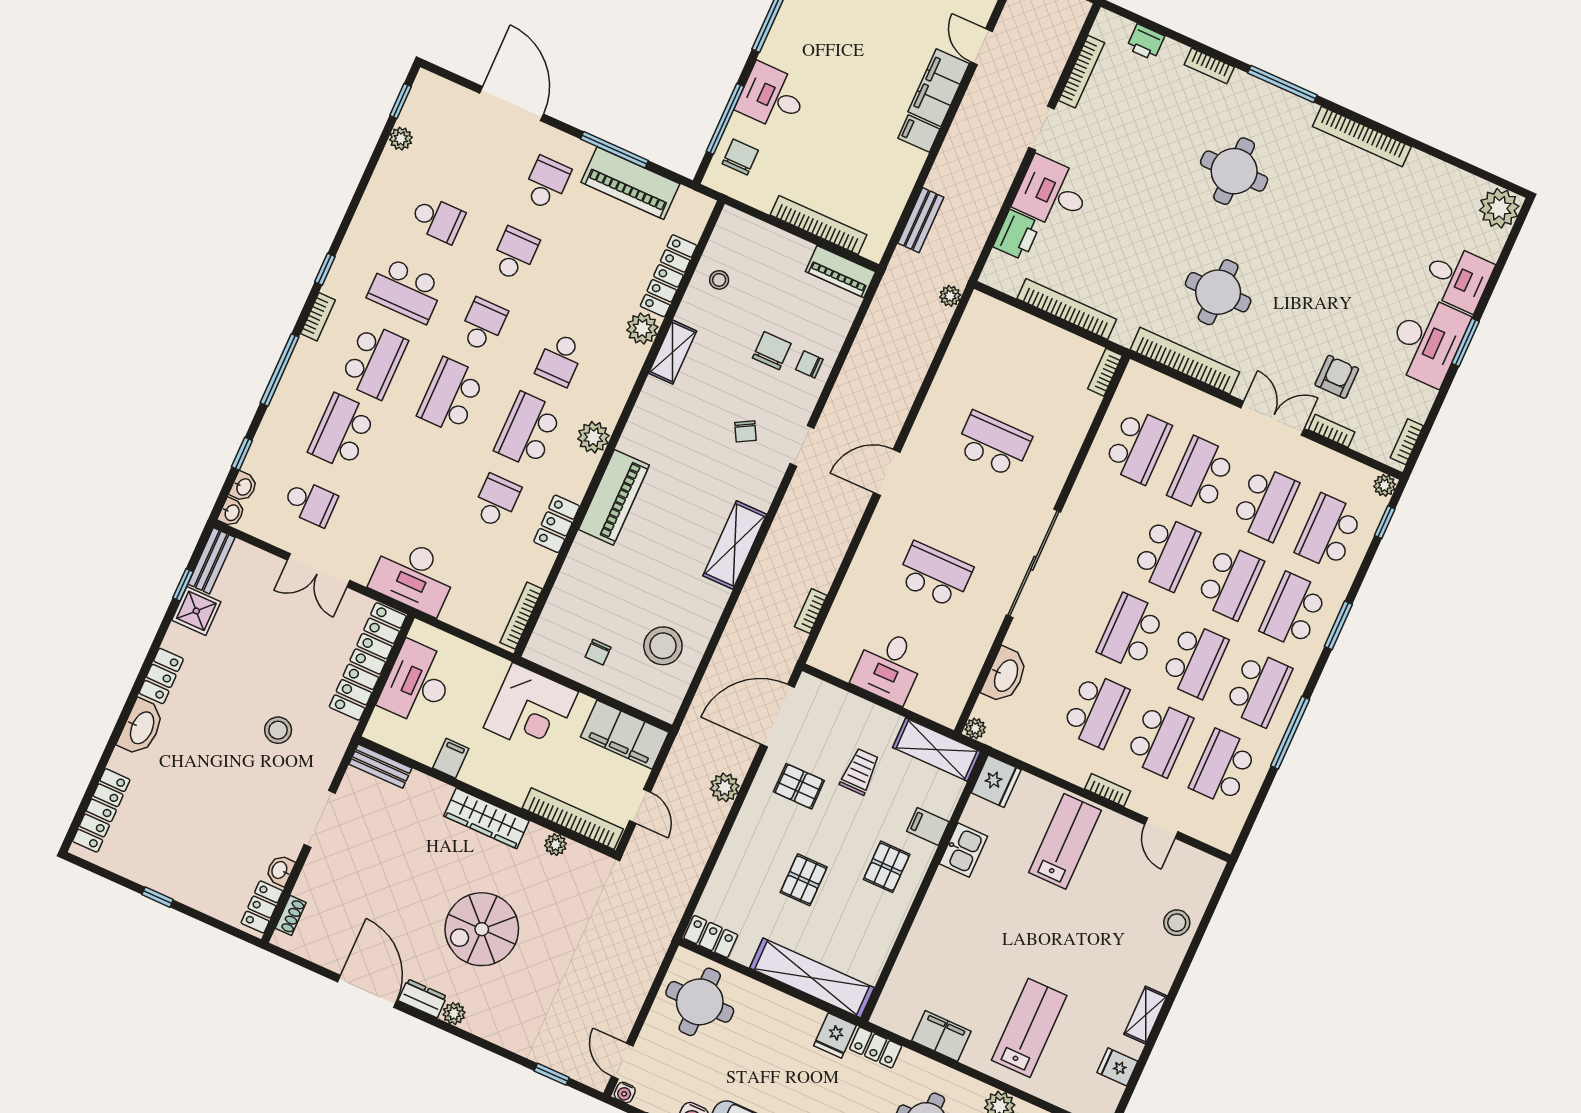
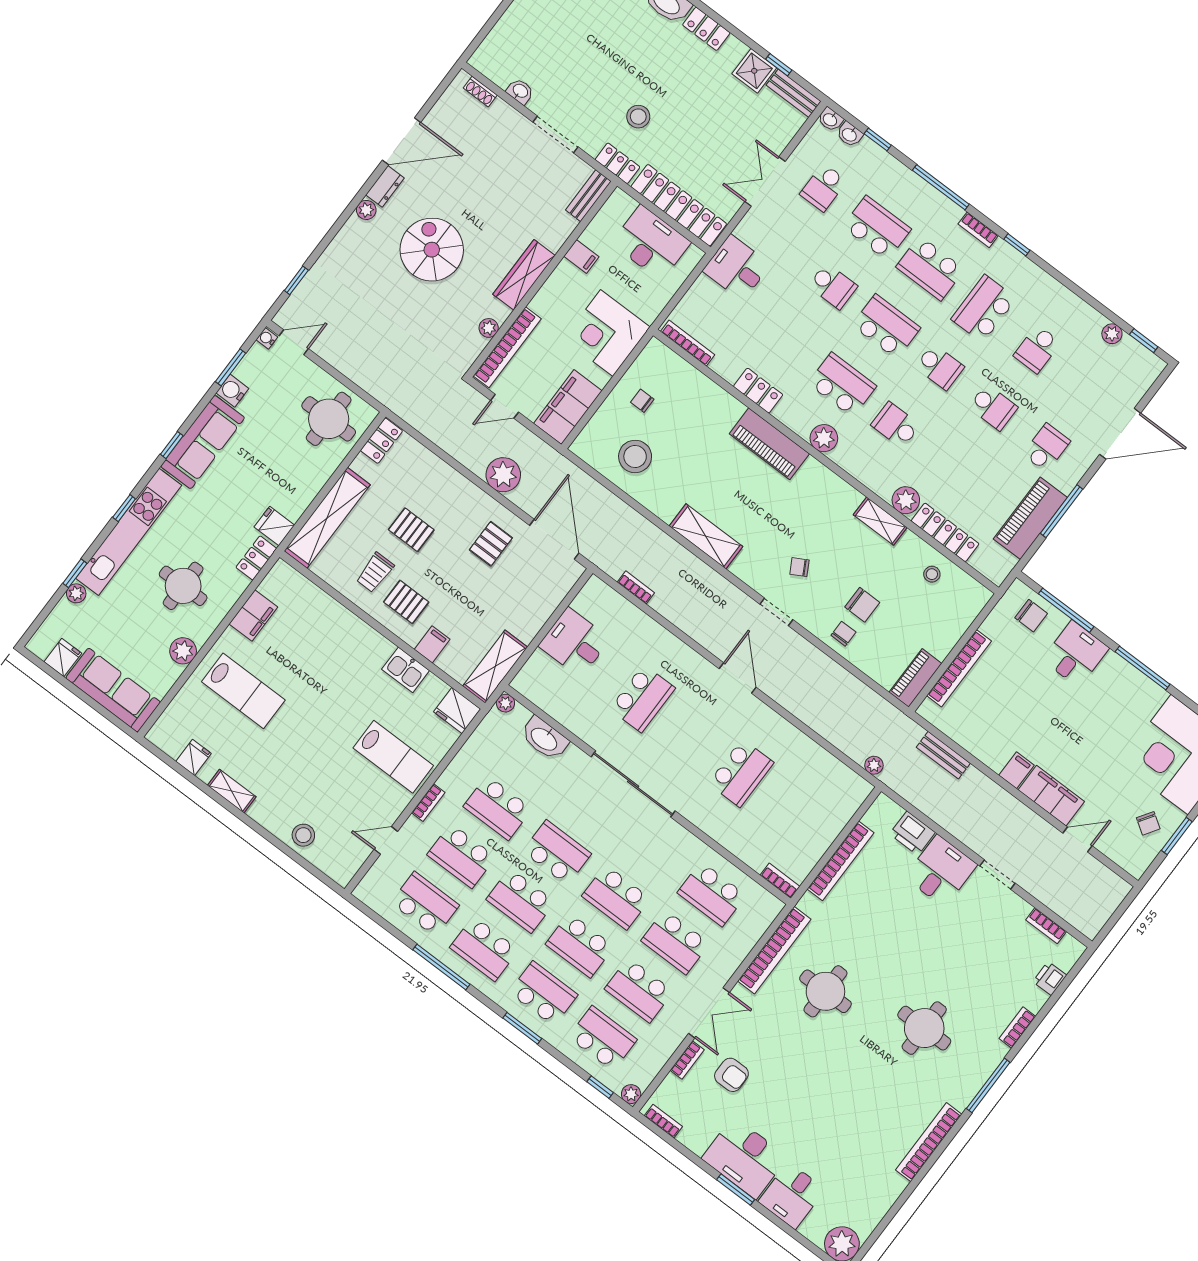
bookcase: (1082, 72) -> (1046, 926), width x0.64
school desk: (547, 183) -> (1046, 448), turned -90
school desk: (1201, 475) -> (675, 942), turned 180
school desk: (496, 501) -> (833, 286), moved
desk: (414, 576) -> (737, 268), width x0.73
trolley: (860, 772) -> (375, 572), moved, turned 90
plant: (725, 787) -> (503, 475), width x1.36, depth x1.36
locker: (262, 907) -> (617, 163), moved

